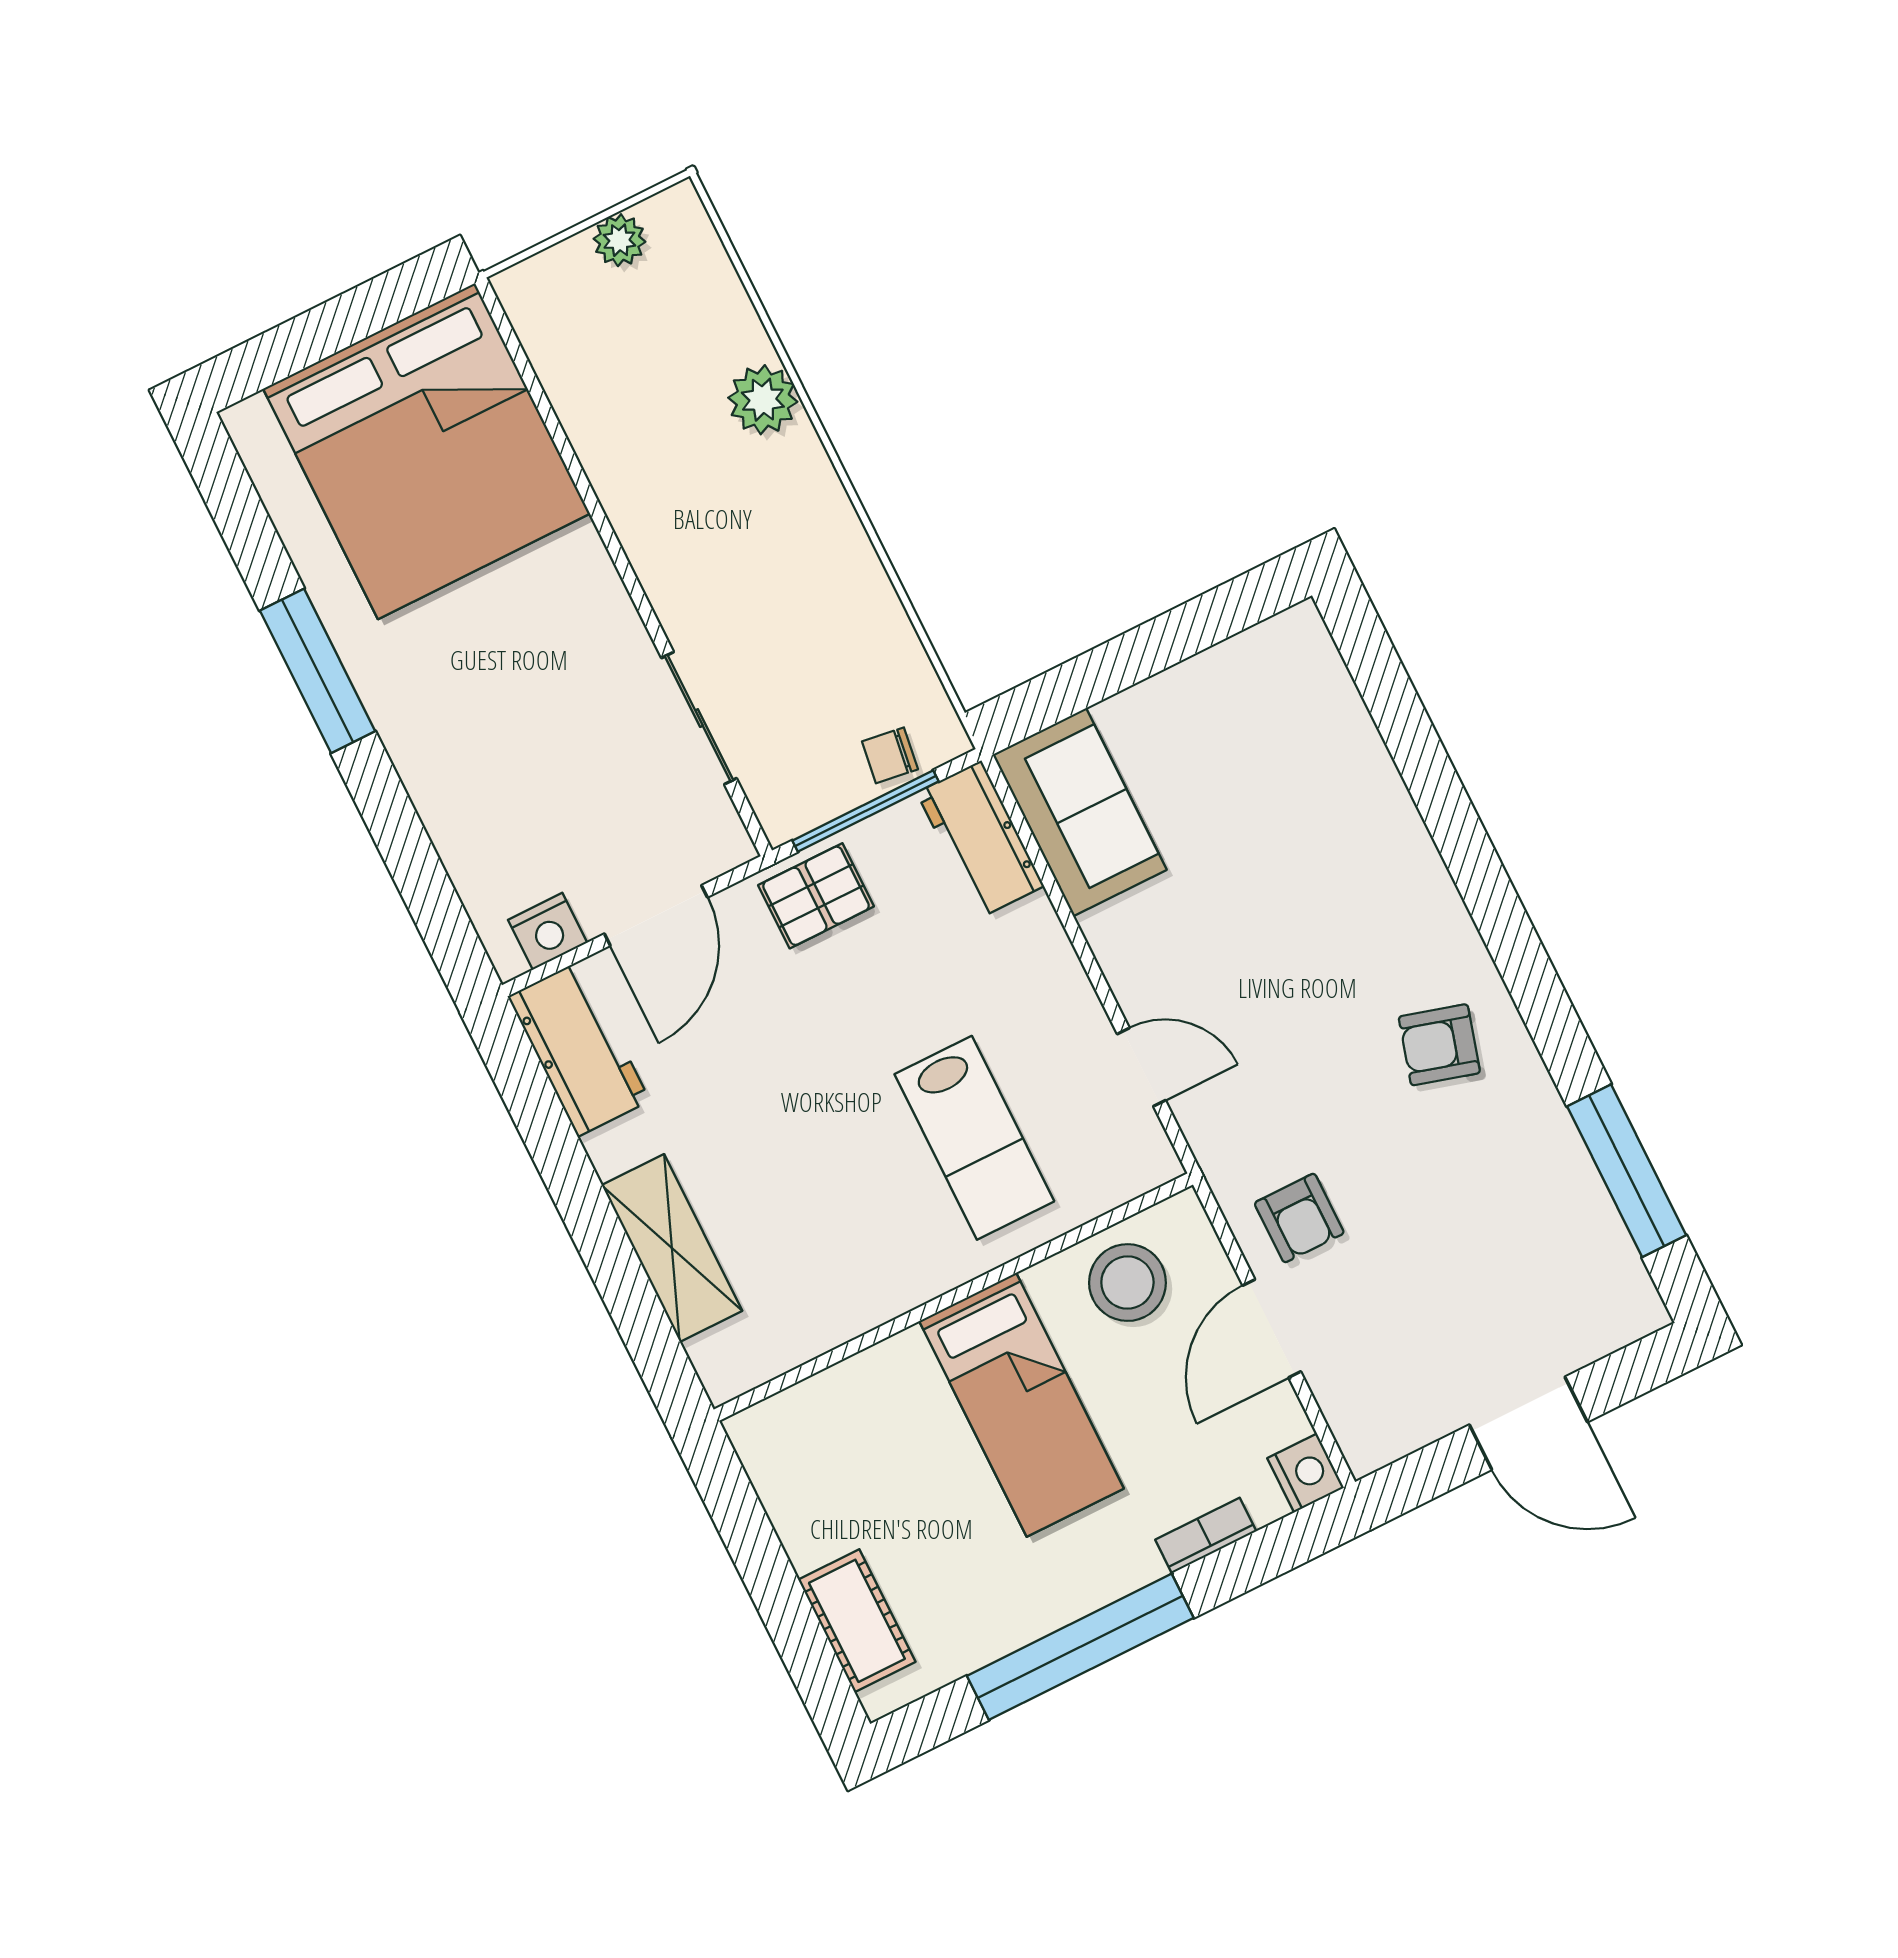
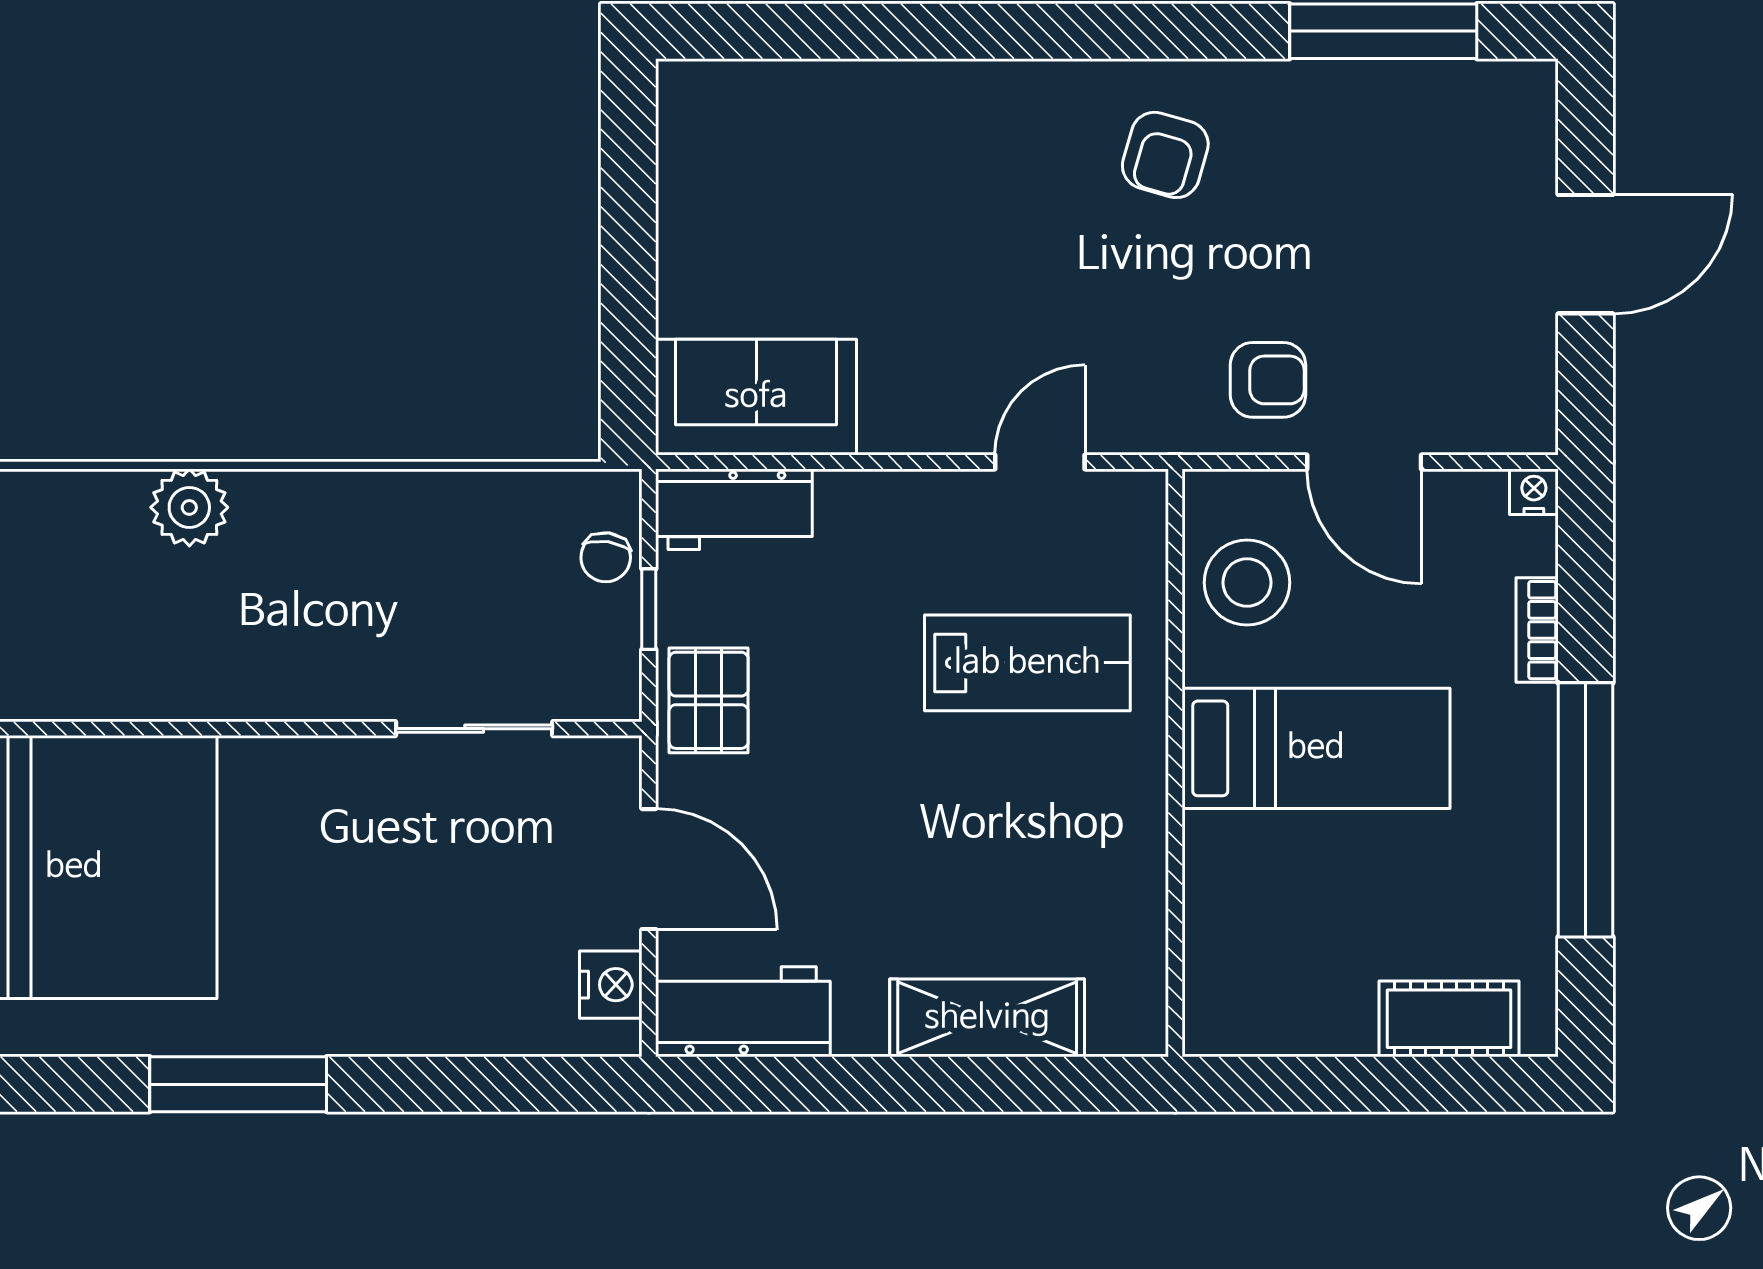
window: (866, 811) -> (649, 609), width x0.46
nightstand: (1306, 1473) -> (1534, 492), width x0.72, depth x0.74

